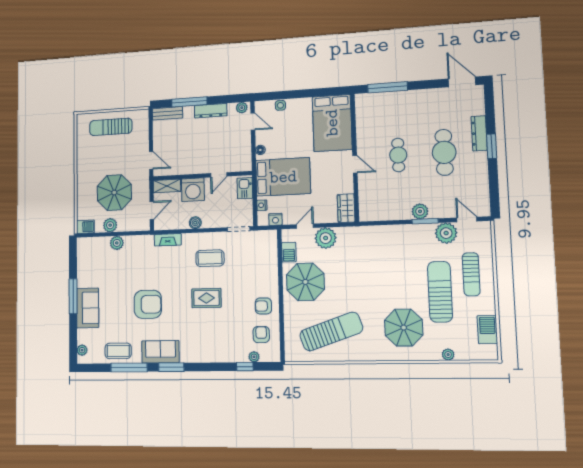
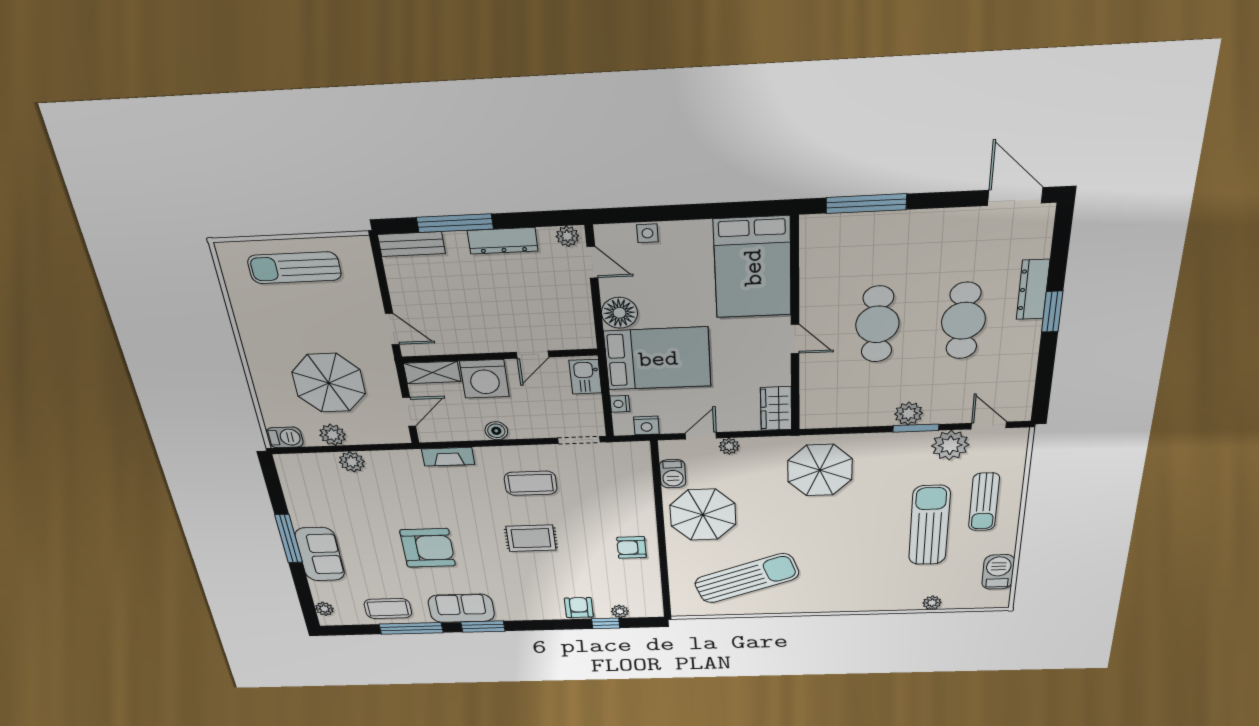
floor lamp: (260, 150) -> (619, 313), width x1.89, depth x1.89
cafe table: (398, 155) -> (877, 324), width x1.37, depth x1.35
plant: (326, 238) -> (729, 446), width x0.53, depth x0.53
parasol: (404, 328) -> (820, 470), moved
armchair: (261, 335) -> (579, 608), moved

